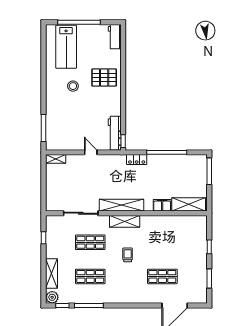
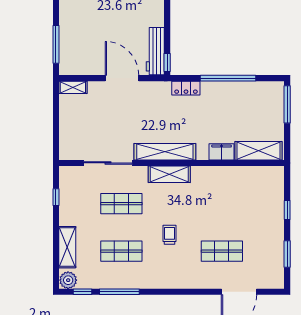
door: (91, 152) -> (122, 78), width x1.87
trolley: (128, 255) -> (170, 235), moved

